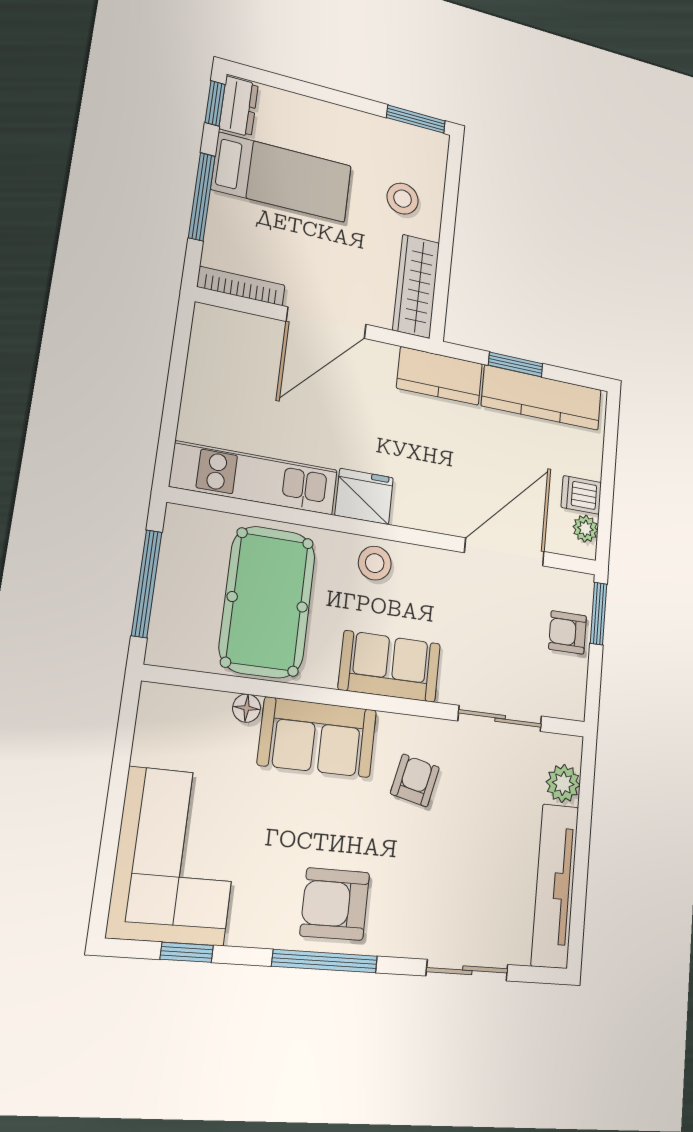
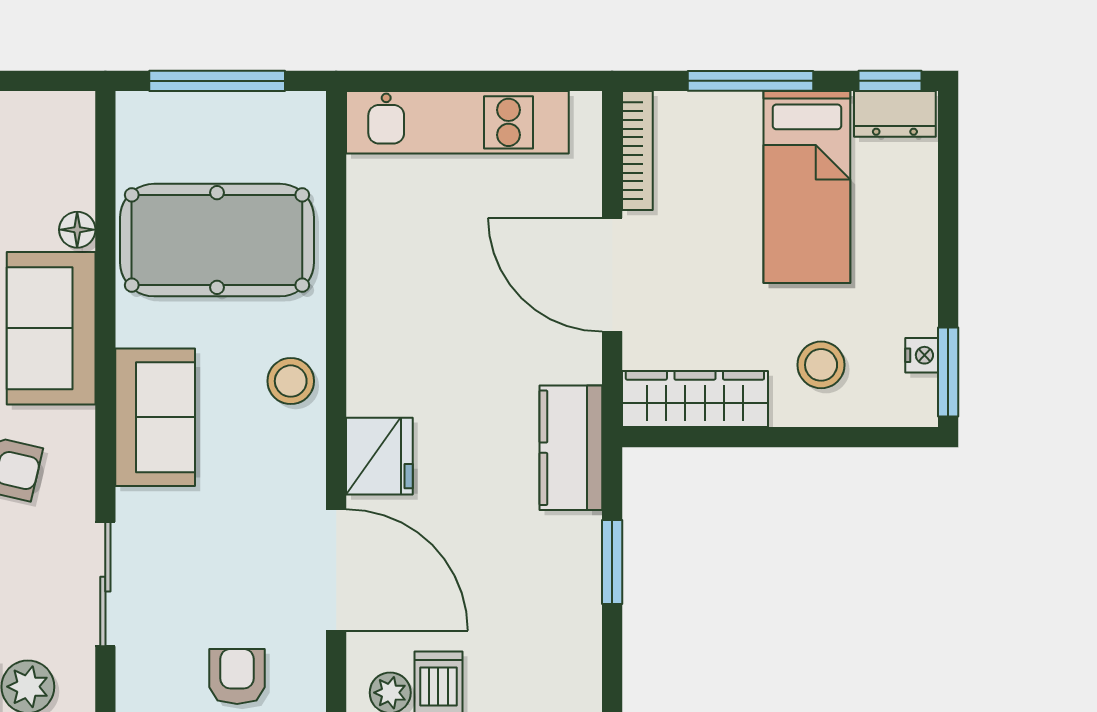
nightstand: (403, 133) -> (922, 355), added
kitchen counter: (542, 398) -> (571, 608), removed
kitchen unit: (255, 478) -> (457, 122), moved, turned 90
fridge: (364, 496) -> (379, 456), moved

